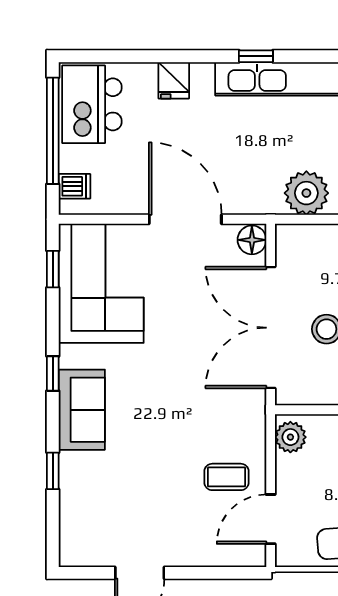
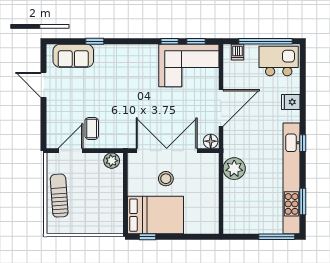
window: (53, 374) -> (170, 41), moved
sofa: (82, 410) -> (73, 56), moved
door: (271, 519) -> (70, 151), hinge flipped

